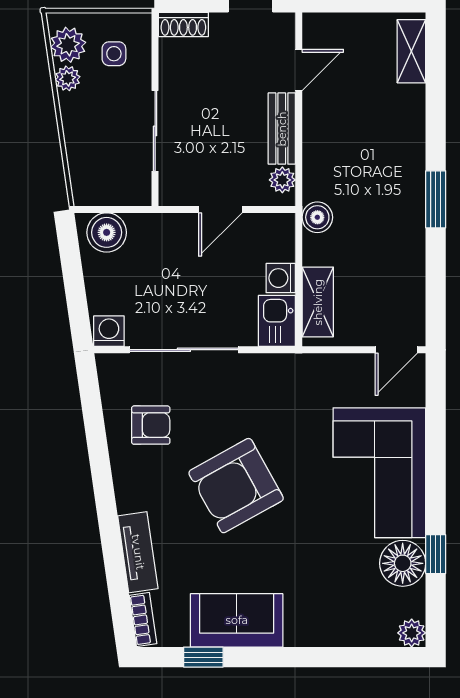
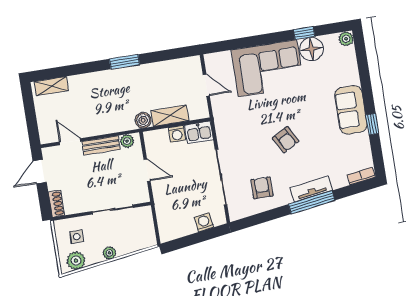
plant: (68, 78) -> (109, 253), moved
boiler: (107, 232) -> (168, 226), removed
shelving: (318, 302) -> (170, 116), moved
washing machine: (109, 331) -> (204, 222), moved, turned 82
door: (396, 350) -> (206, 85), moved
armchair: (236, 486) -> (286, 140), width x0.53, depth x0.53
window: (108, 516) -> (312, 202), added
tv unit: (138, 552) -> (311, 189), moved
sofa: (237, 620) -> (351, 110), moved
window: (203, 657) -> (372, 124), moved

